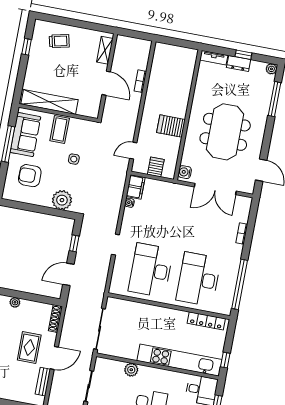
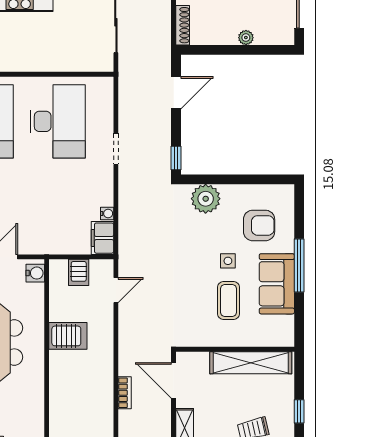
shelving: (49, 102) -> (251, 363), moved
wall: (58, 113) -> (235, 349), moved
side table: (74, 159) -> (228, 261), moved
window: (74, 243) -> (176, 158), moved

